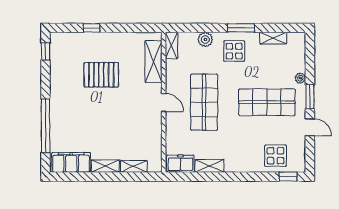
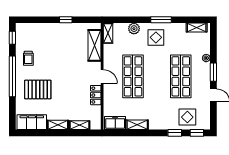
window: (92, 28) -> (66, 20), moved
shelving: (273, 38) -> (197, 28), moved
pallet: (101, 75) -> (38, 89), moved
trolley: (66, 78) -> (28, 58), added
shop shelf: (267, 102) -> (181, 76), turned 90
window: (46, 126) -> (12, 76), moved
locker: (155, 127) -> (96, 95), added
window: (259, 177) -> (175, 133), added

